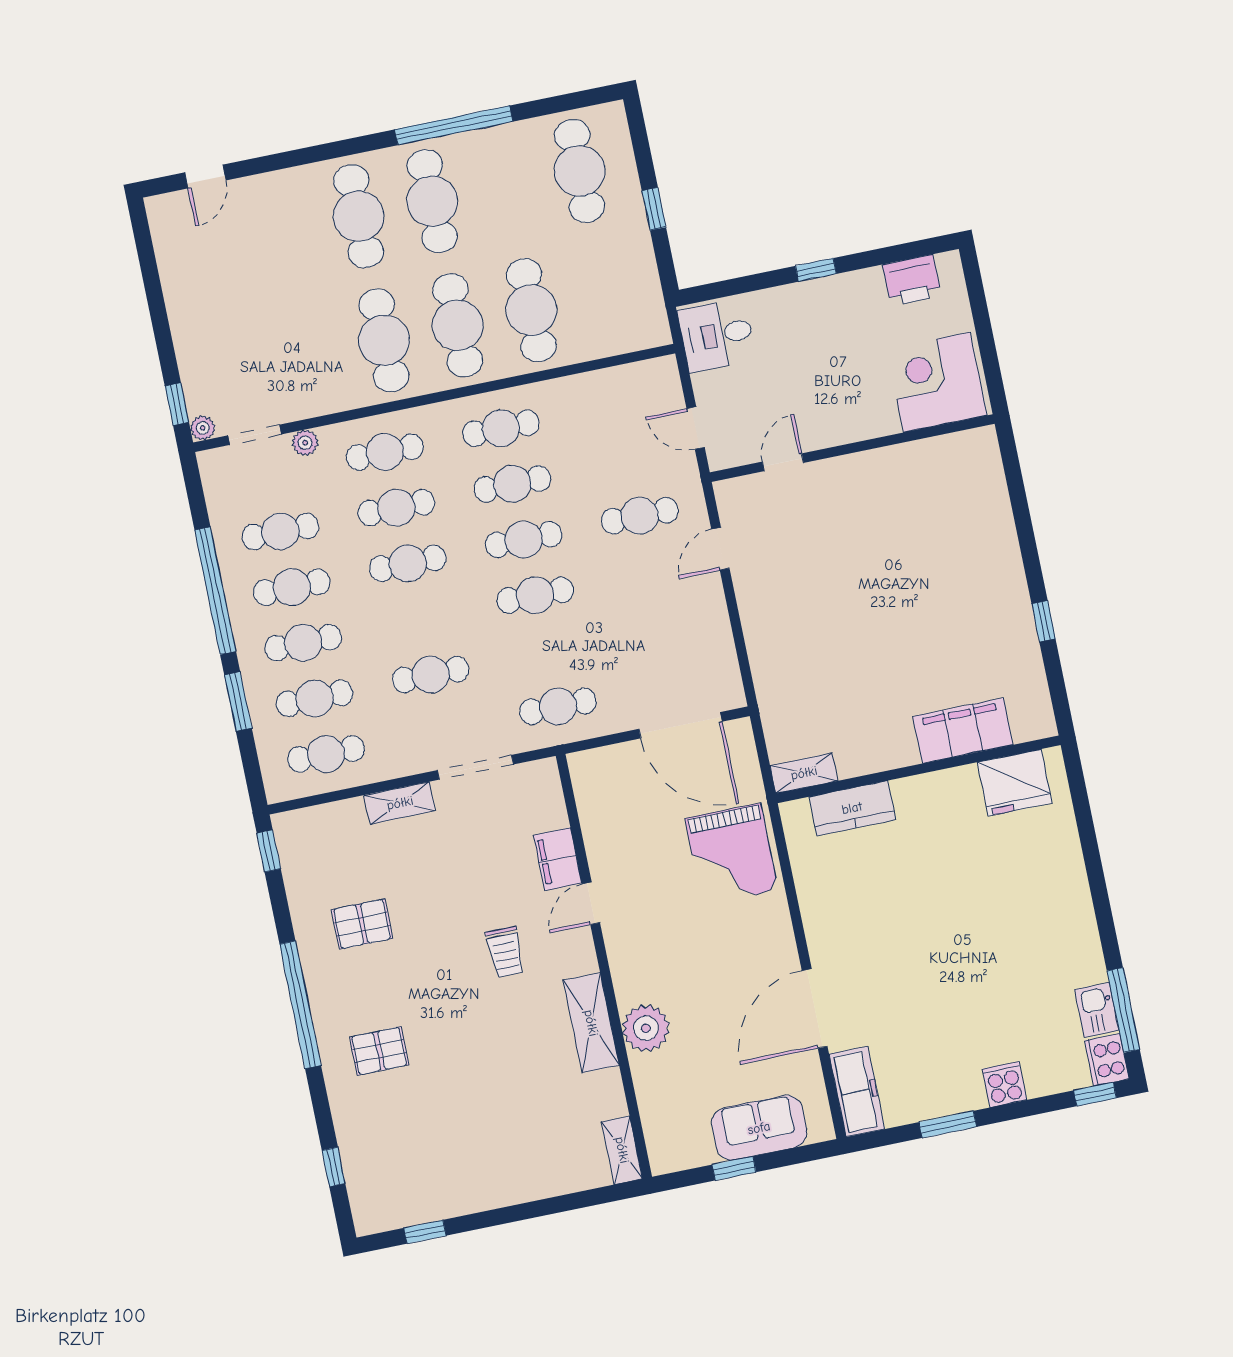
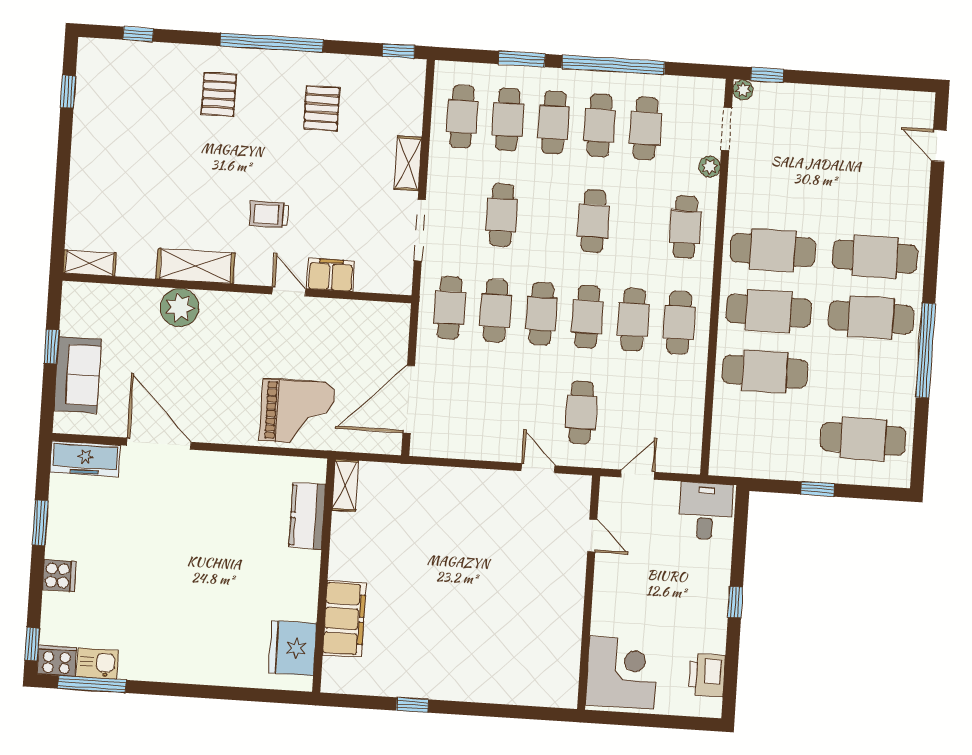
cafe table: (396, 508) -> (496, 311), moved
grand piano: (732, 854) -> (297, 412), turned 180

